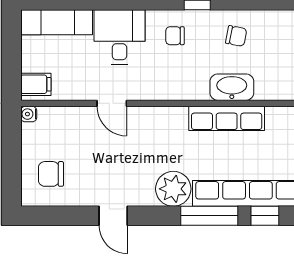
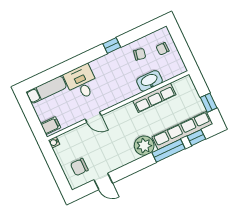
chair: (175, 36) -> (163, 49), moved
door: (113, 216) -> (103, 181), moved

